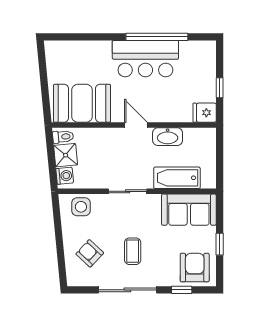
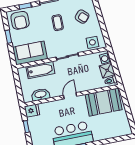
door: (136, 125) -> (70, 96), swing flipped
washbasin: (168, 137) -> (41, 95), moved

